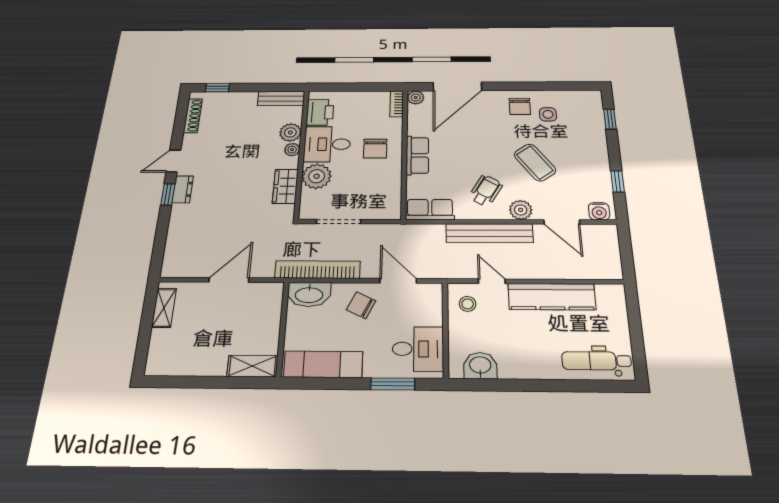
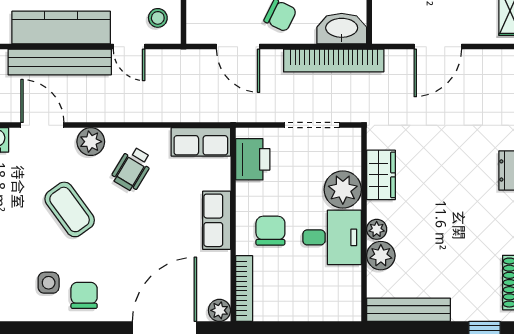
bench: (281, 98) -> (408, 310), width x1.36
bookcase: (397, 104) -> (244, 289), width x1.56
printer: (320, 112) -> (253, 159), moved, turned 180
bench: (489, 233) -> (60, 62), moved

